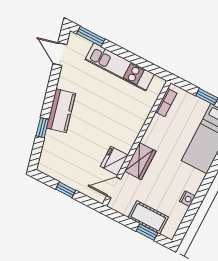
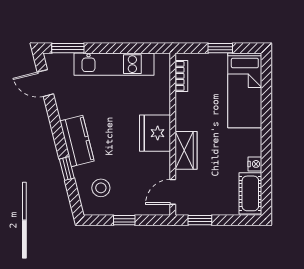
stool: (61, 156) -> (101, 188), added
fridge: (114, 161) -> (155, 133), moved, width x1.36, depth x1.34
cot: (148, 217) -> (250, 193), moved, turned 90
window: (147, 232) -> (200, 220), moved

